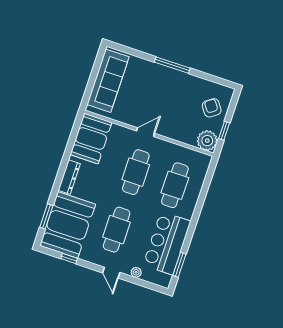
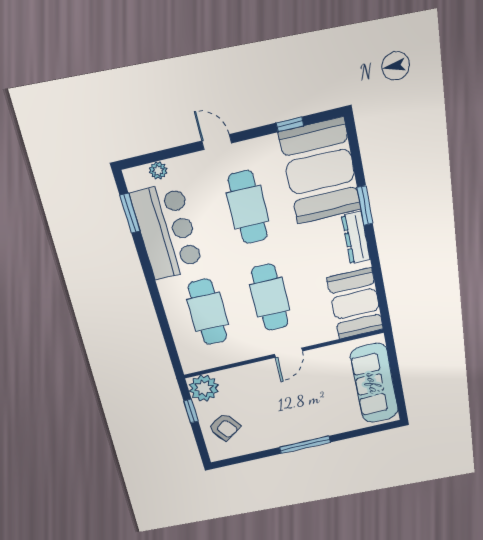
window: (46, 216) -> (365, 206), moved
plant: (136, 272) -> (158, 170), moved

